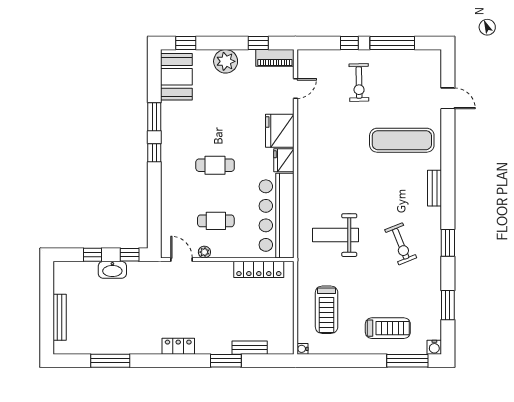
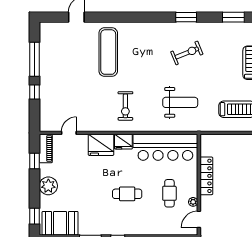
exercise bike: (359, 82) -> (125, 106), moved, turned 91
door: (295, 88) -> (69, 133), hinge flipped
cafe table: (215, 165) -> (127, 194), turned 90
bench: (435, 188) -> (145, 27), removed
weight bench: (336, 235) -> (180, 102), turned -90
locker: (259, 269) -> (206, 176), moved

